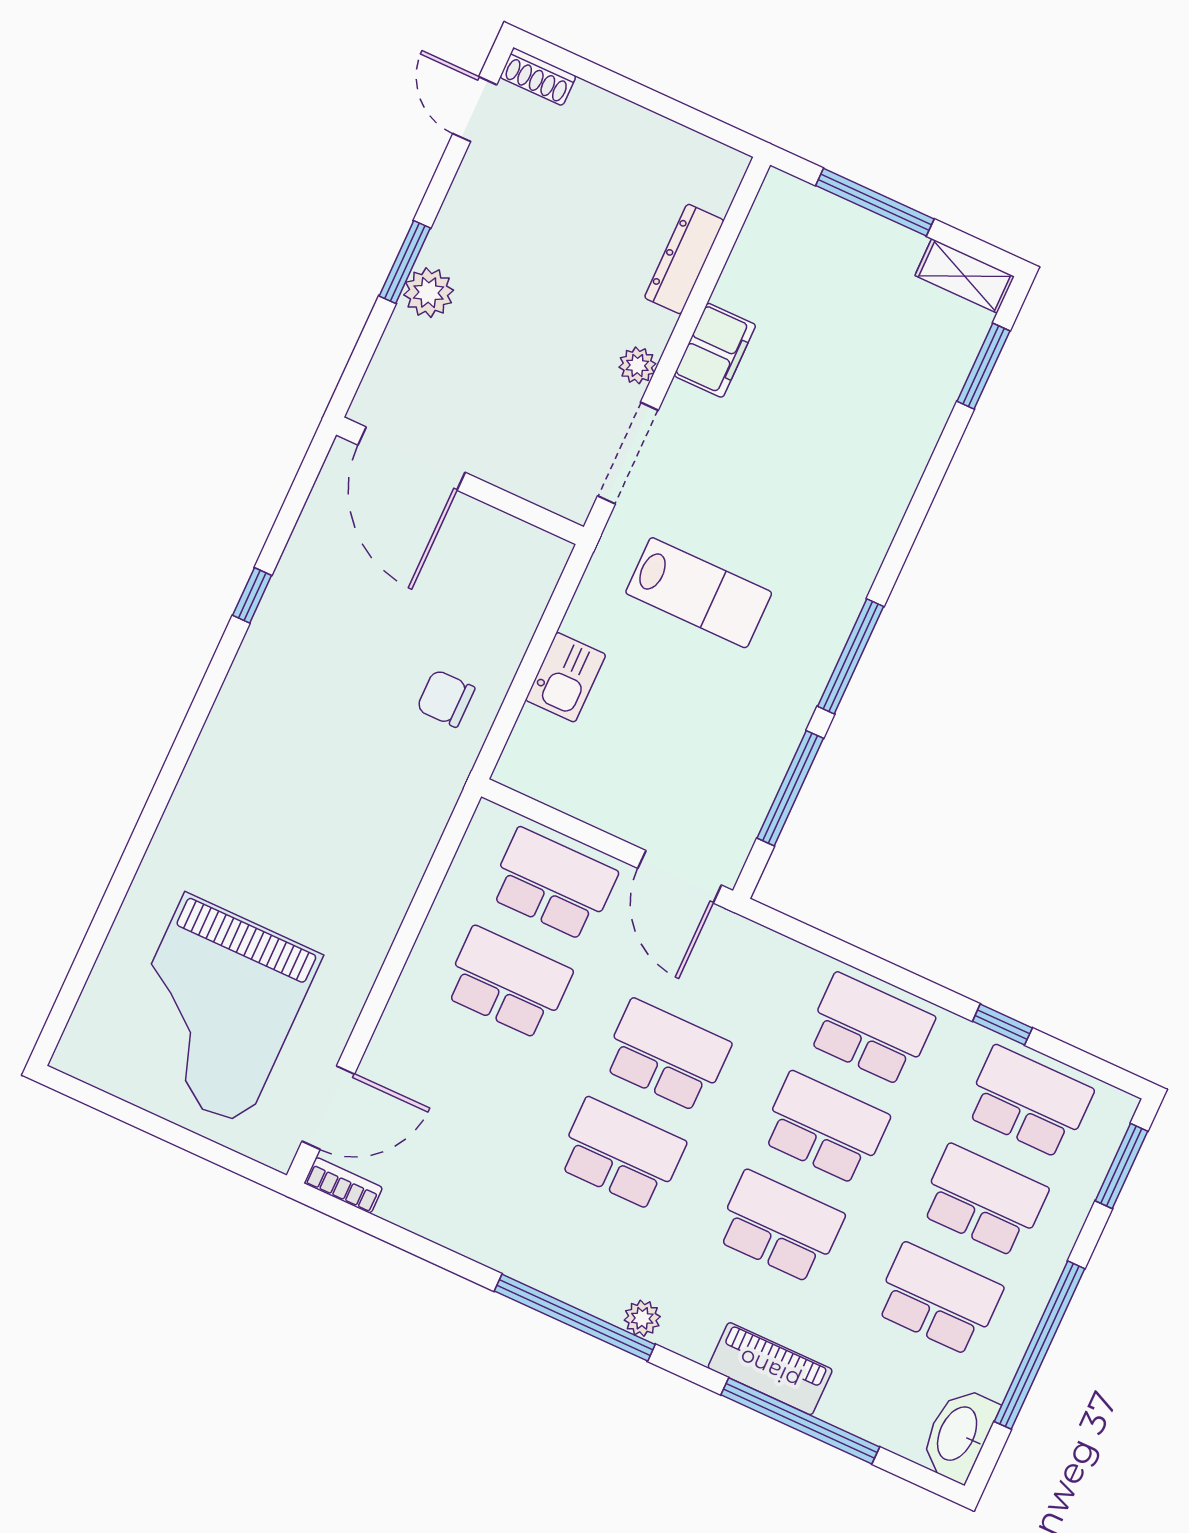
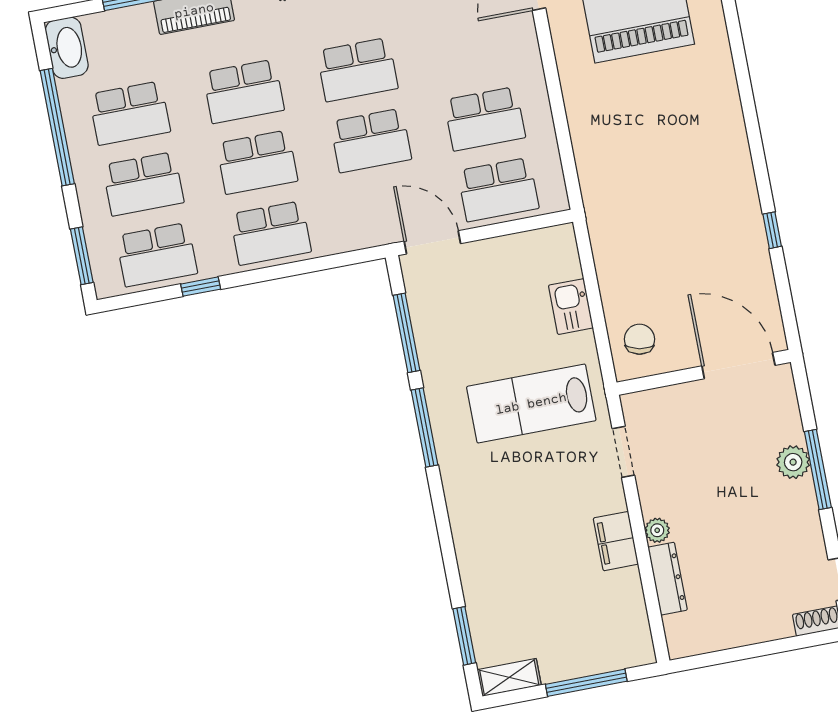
window: (405, 262) -> (818, 469), width x1.44
plant: (637, 365) -> (657, 530), moved
doorway: (628, 453) -> (623, 452), width x0.73
lab bench: (699, 593) -> (531, 404), width x1.36, depth x1.39
chair: (446, 698) -> (639, 339), moved, turned -79

